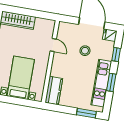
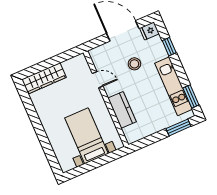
window: (111, 82) -> (191, 96), moved
kitchen counter: (54, 91) -> (122, 110), moved

